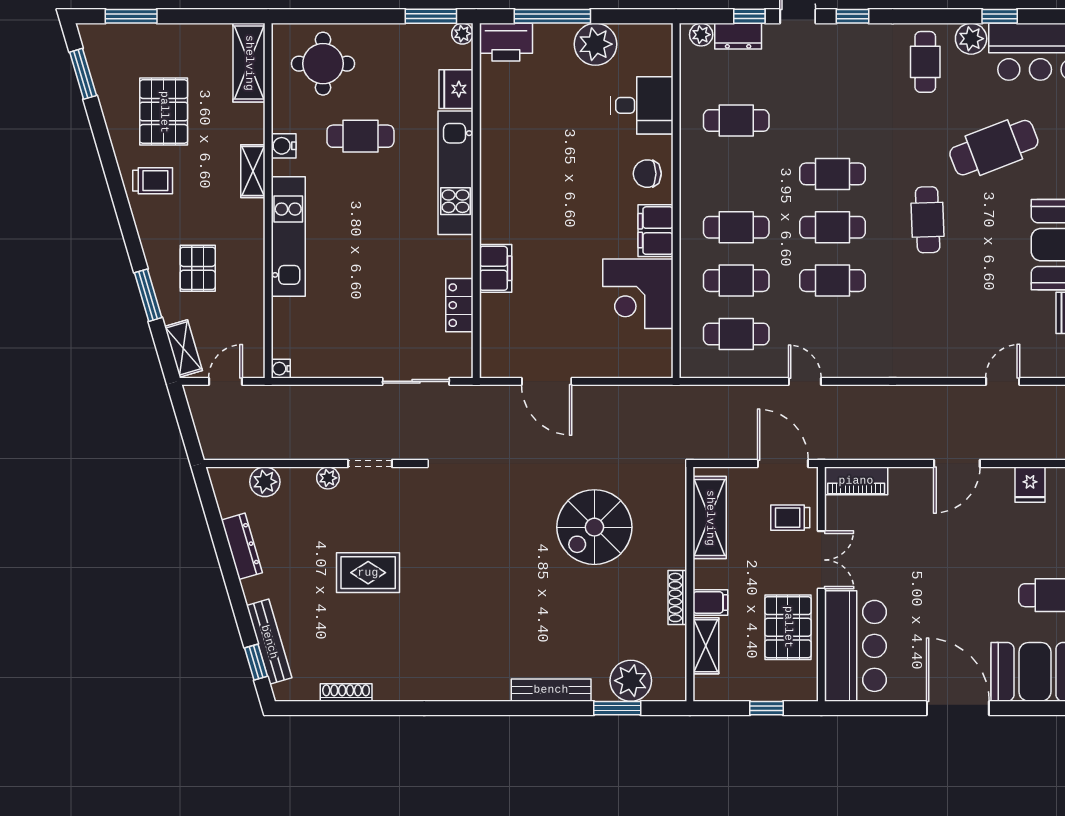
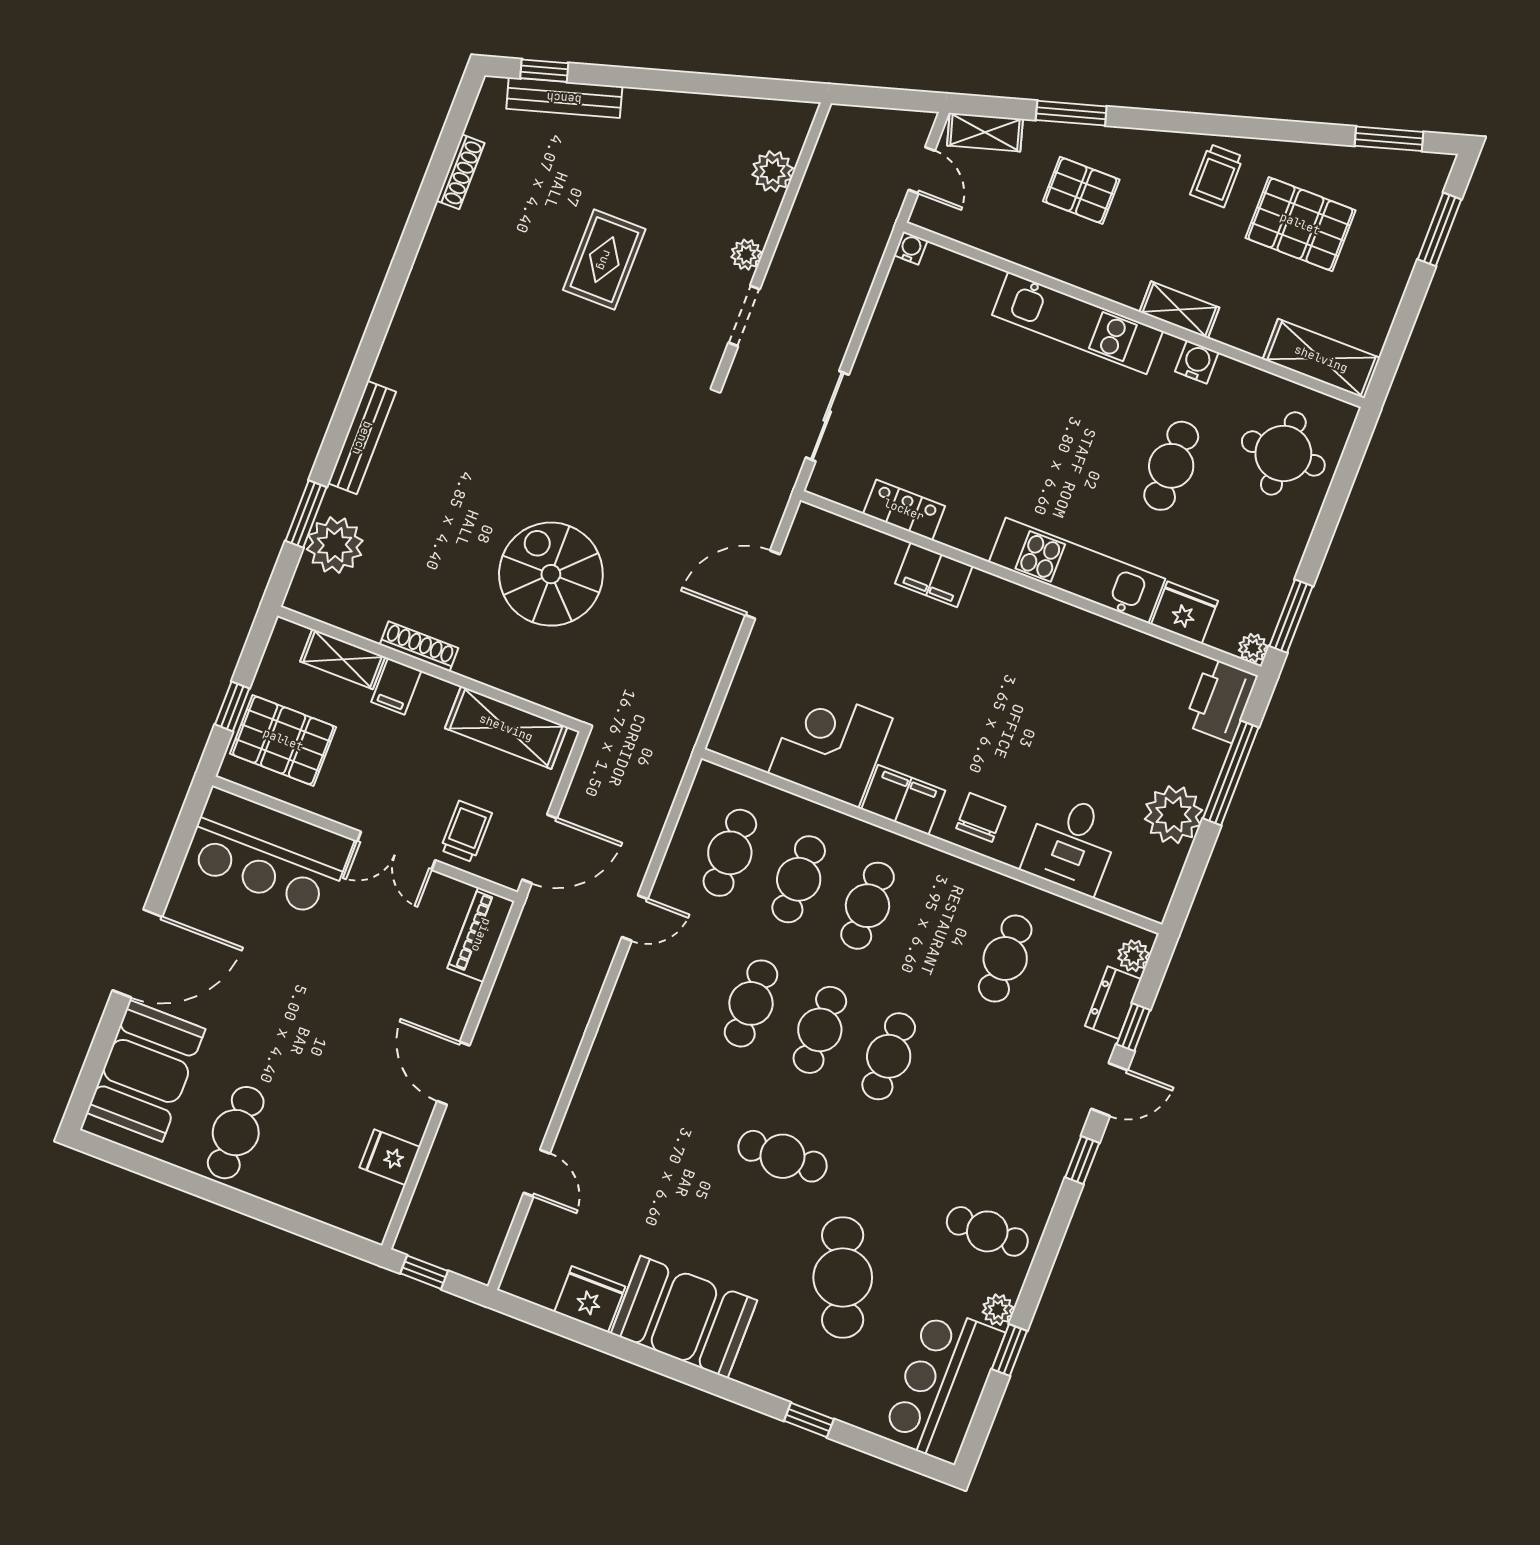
plant: (971, 39) -> (998, 1310), width x0.73, depth x0.73
dresser: (242, 546) -> (701, 110), removed
pallet: (788, 627) -> (283, 740), moved

